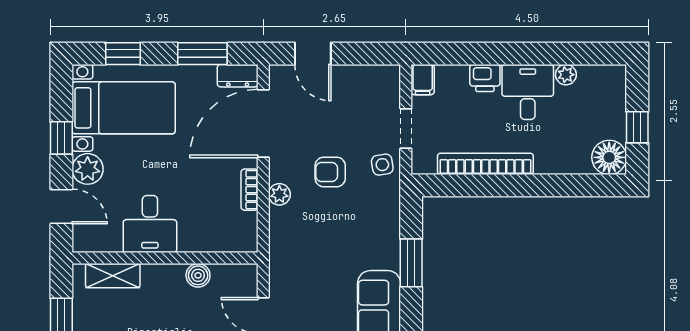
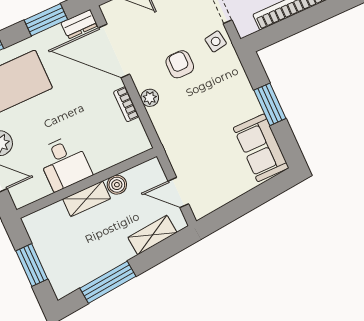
door: (263, 124) -> (114, 51), hinge flipped
armchair: (330, 172) -> (180, 64), turned 90
shelving: (113, 276) -> (87, 199), moved

